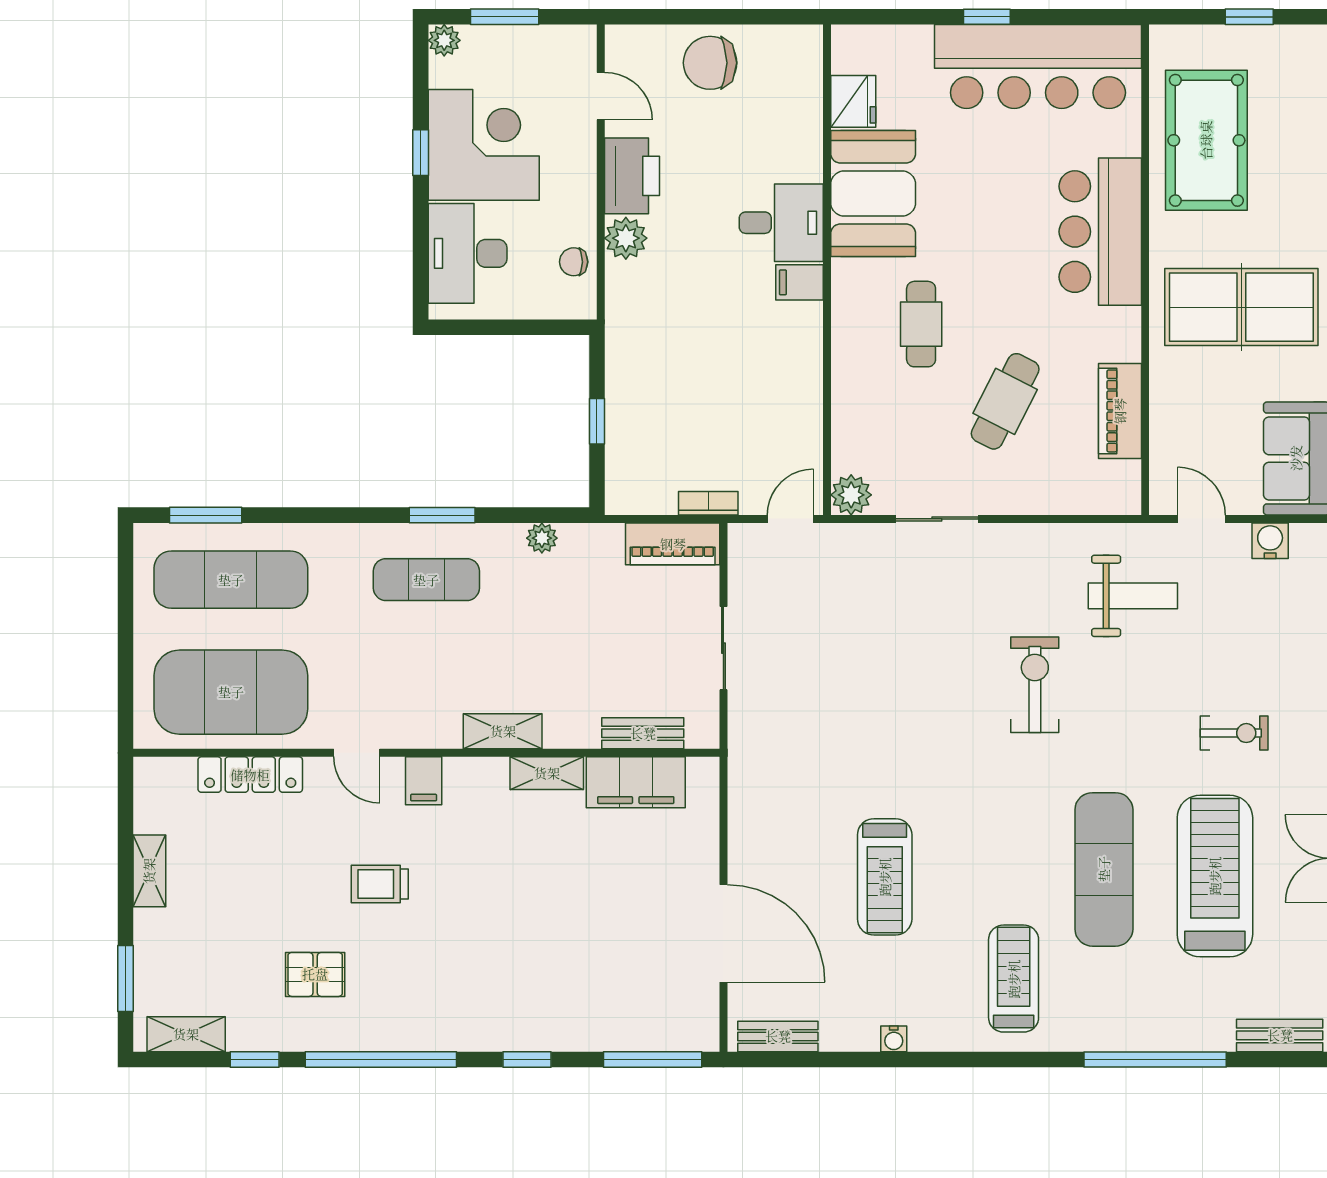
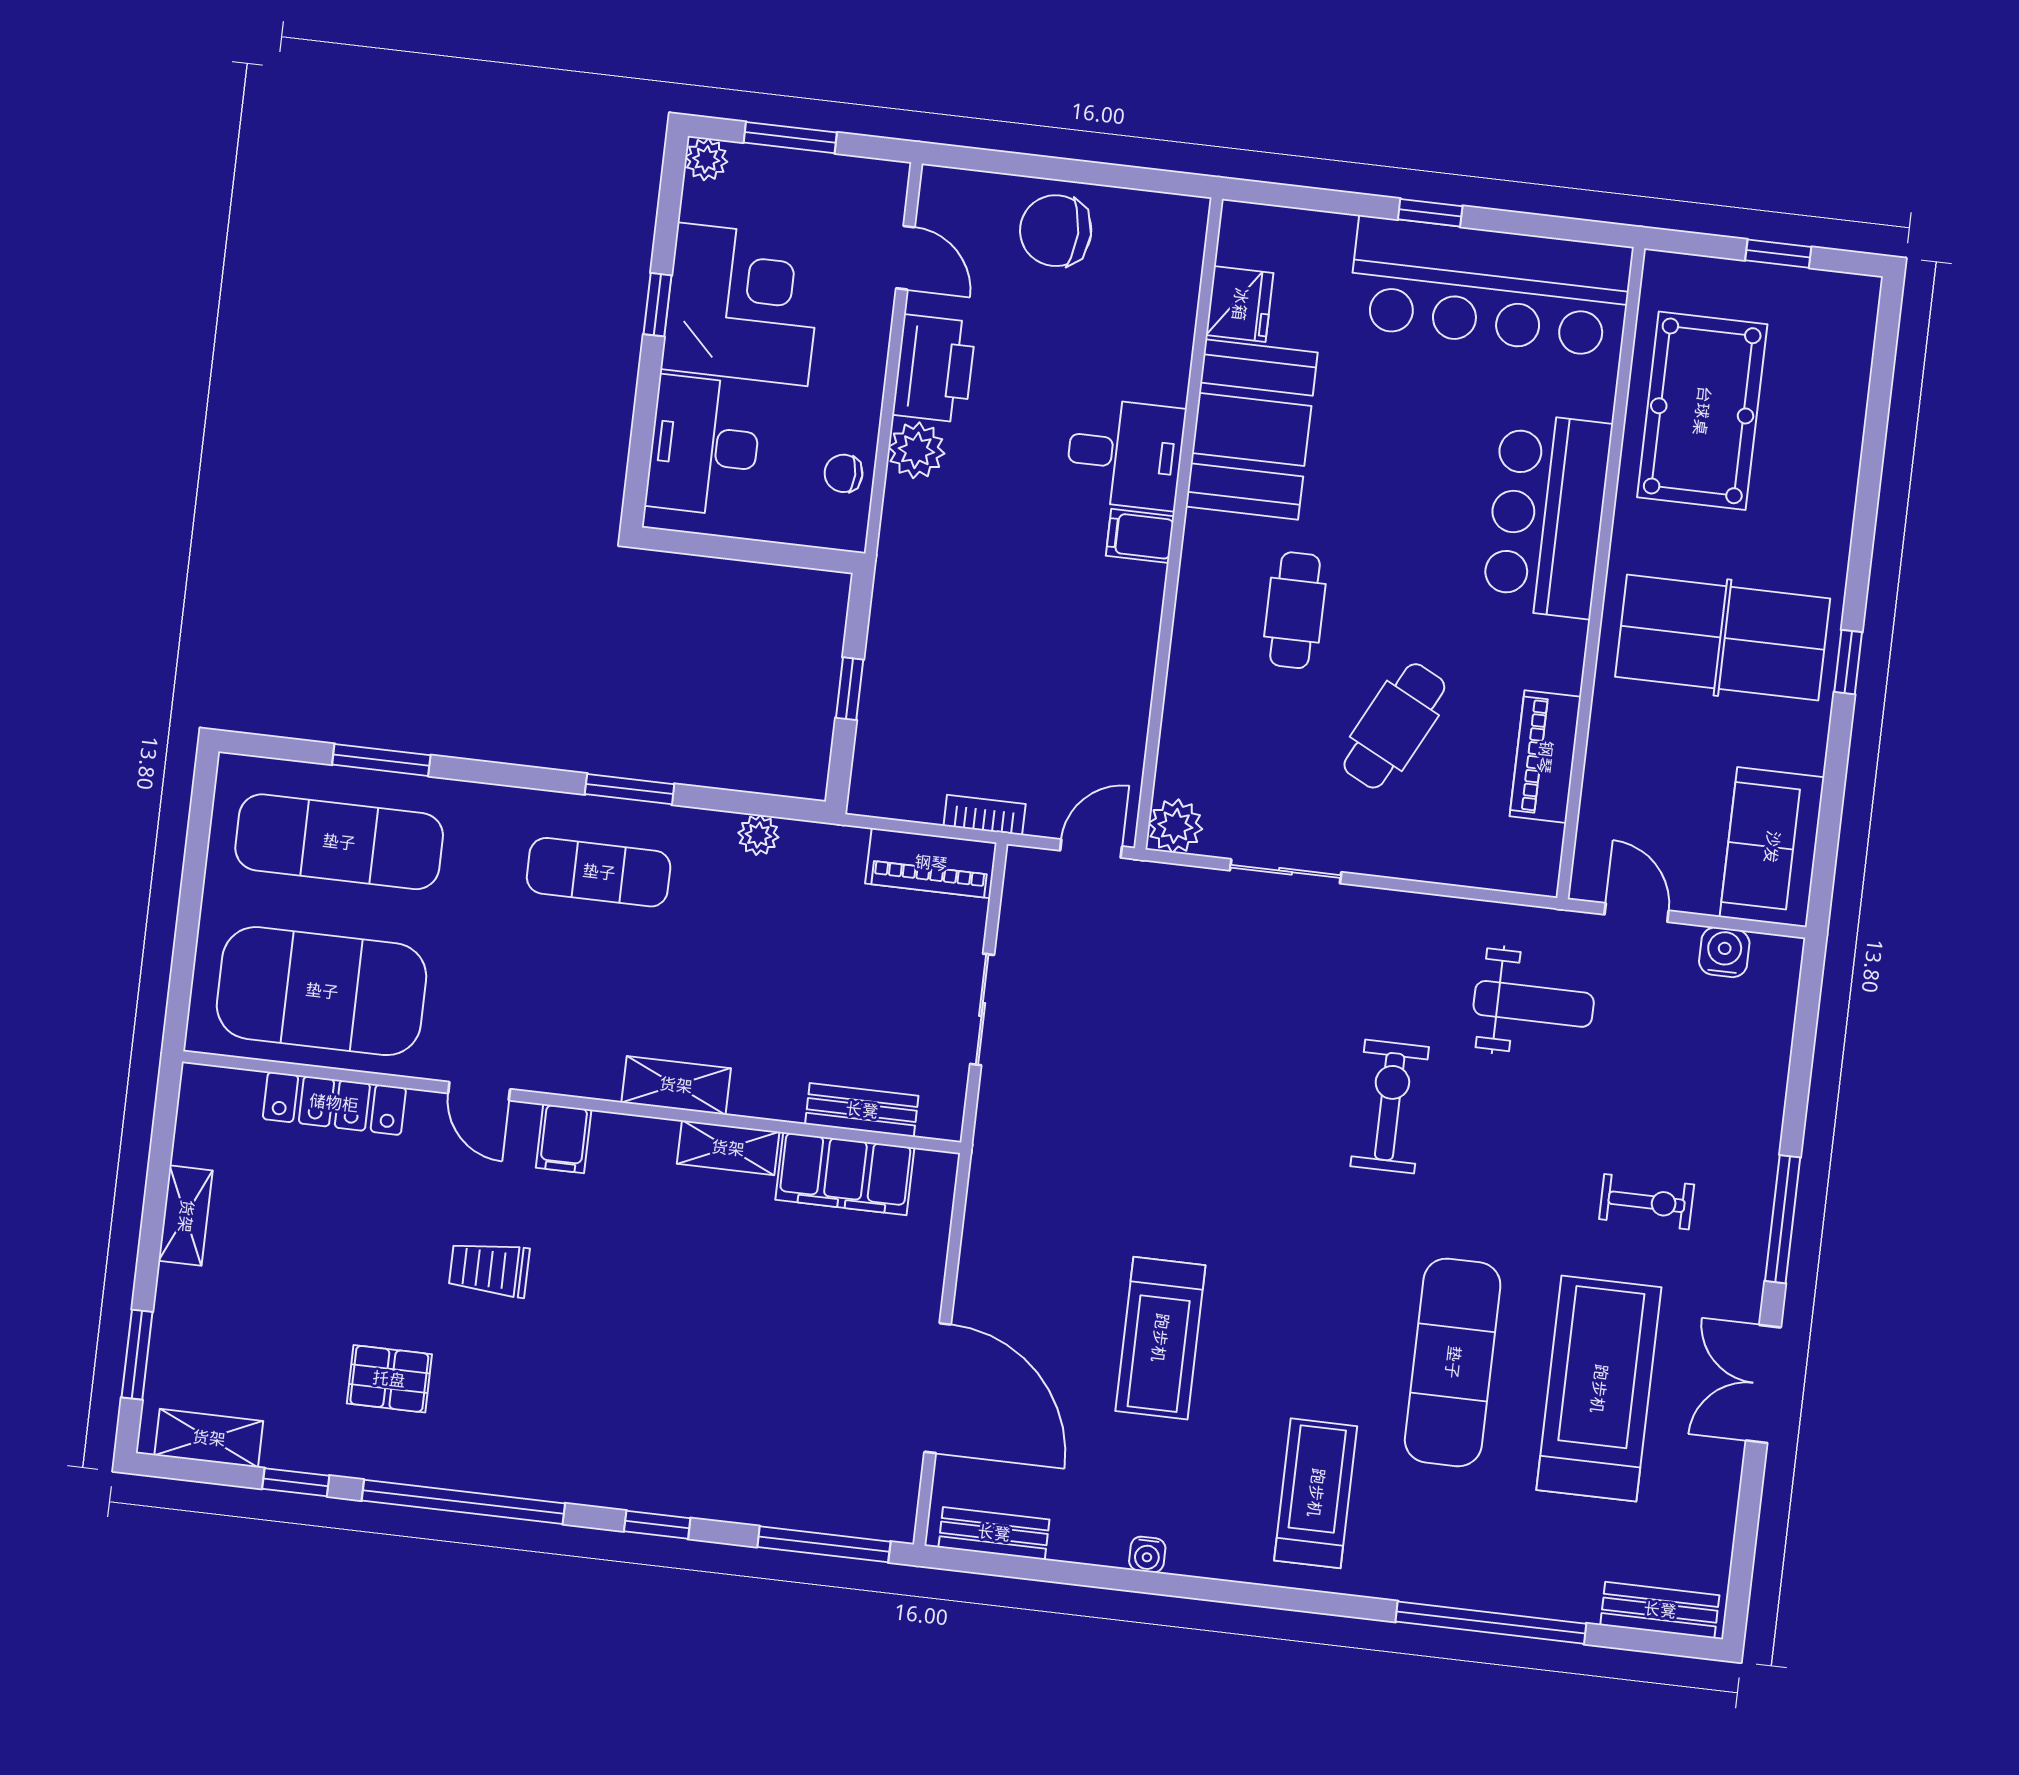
window: (206, 515) -> (381, 760), moved

